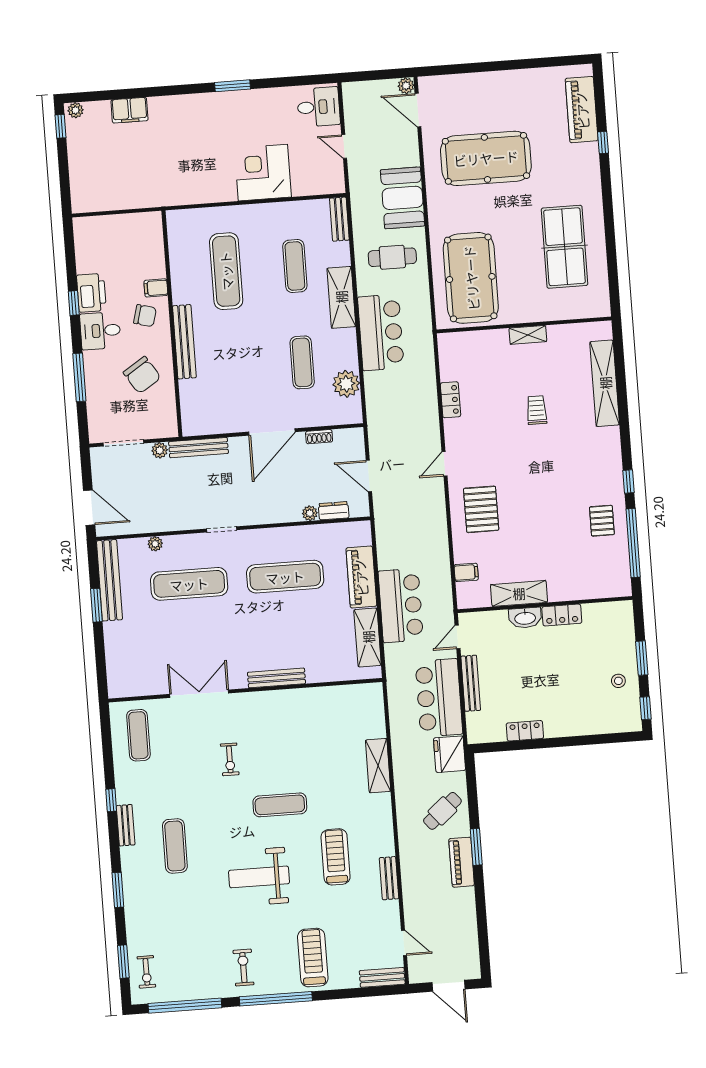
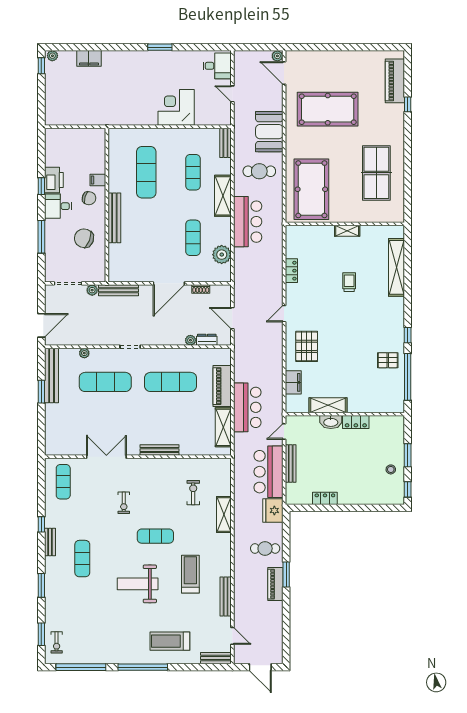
chair: (142, 375) -> (84, 238), turned 144
door: (89, 508) -> (41, 325), hinge flipped
pallet: (602, 521) -> (388, 360), turned 90
filing cabinet: (466, 572) -> (293, 382), width x2.00
cafe table: (442, 811) -> (265, 548), turned 40
bench: (389, 878) -> (226, 597), width x1.36
treadmill: (313, 958) -> (170, 641), turned -90
exercise bike: (243, 968) -> (193, 493), moved

